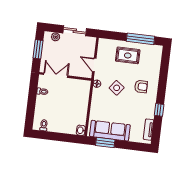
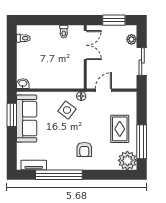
plant: (154, 52) -> (127, 160), added
side table: (117, 88) -> (67, 110), moved
window: (159, 110) -> (59, 175), width x3.17

